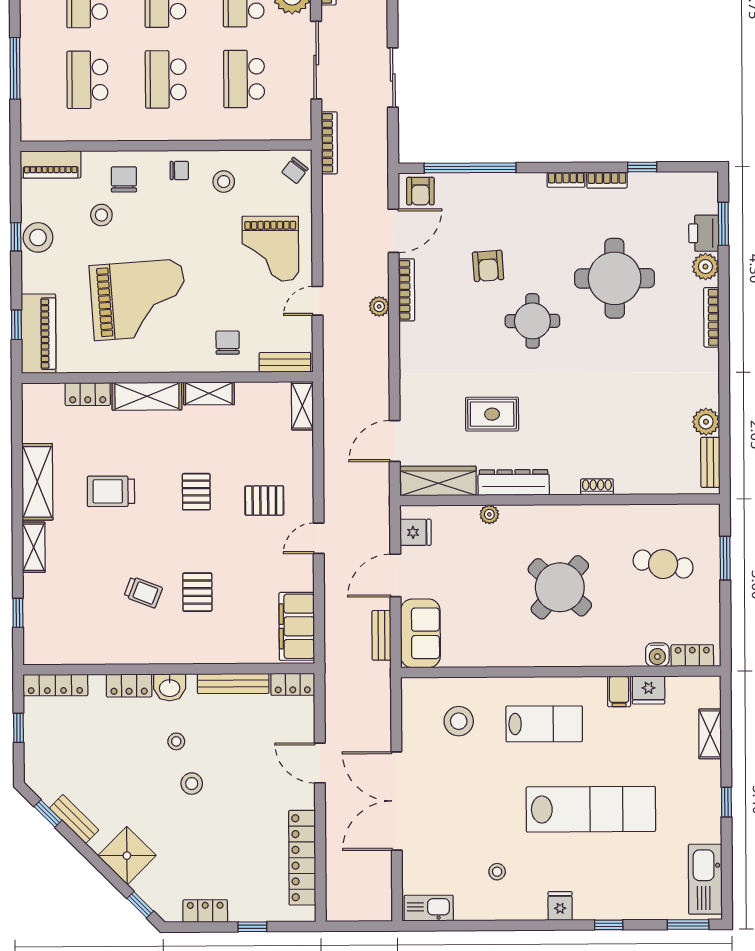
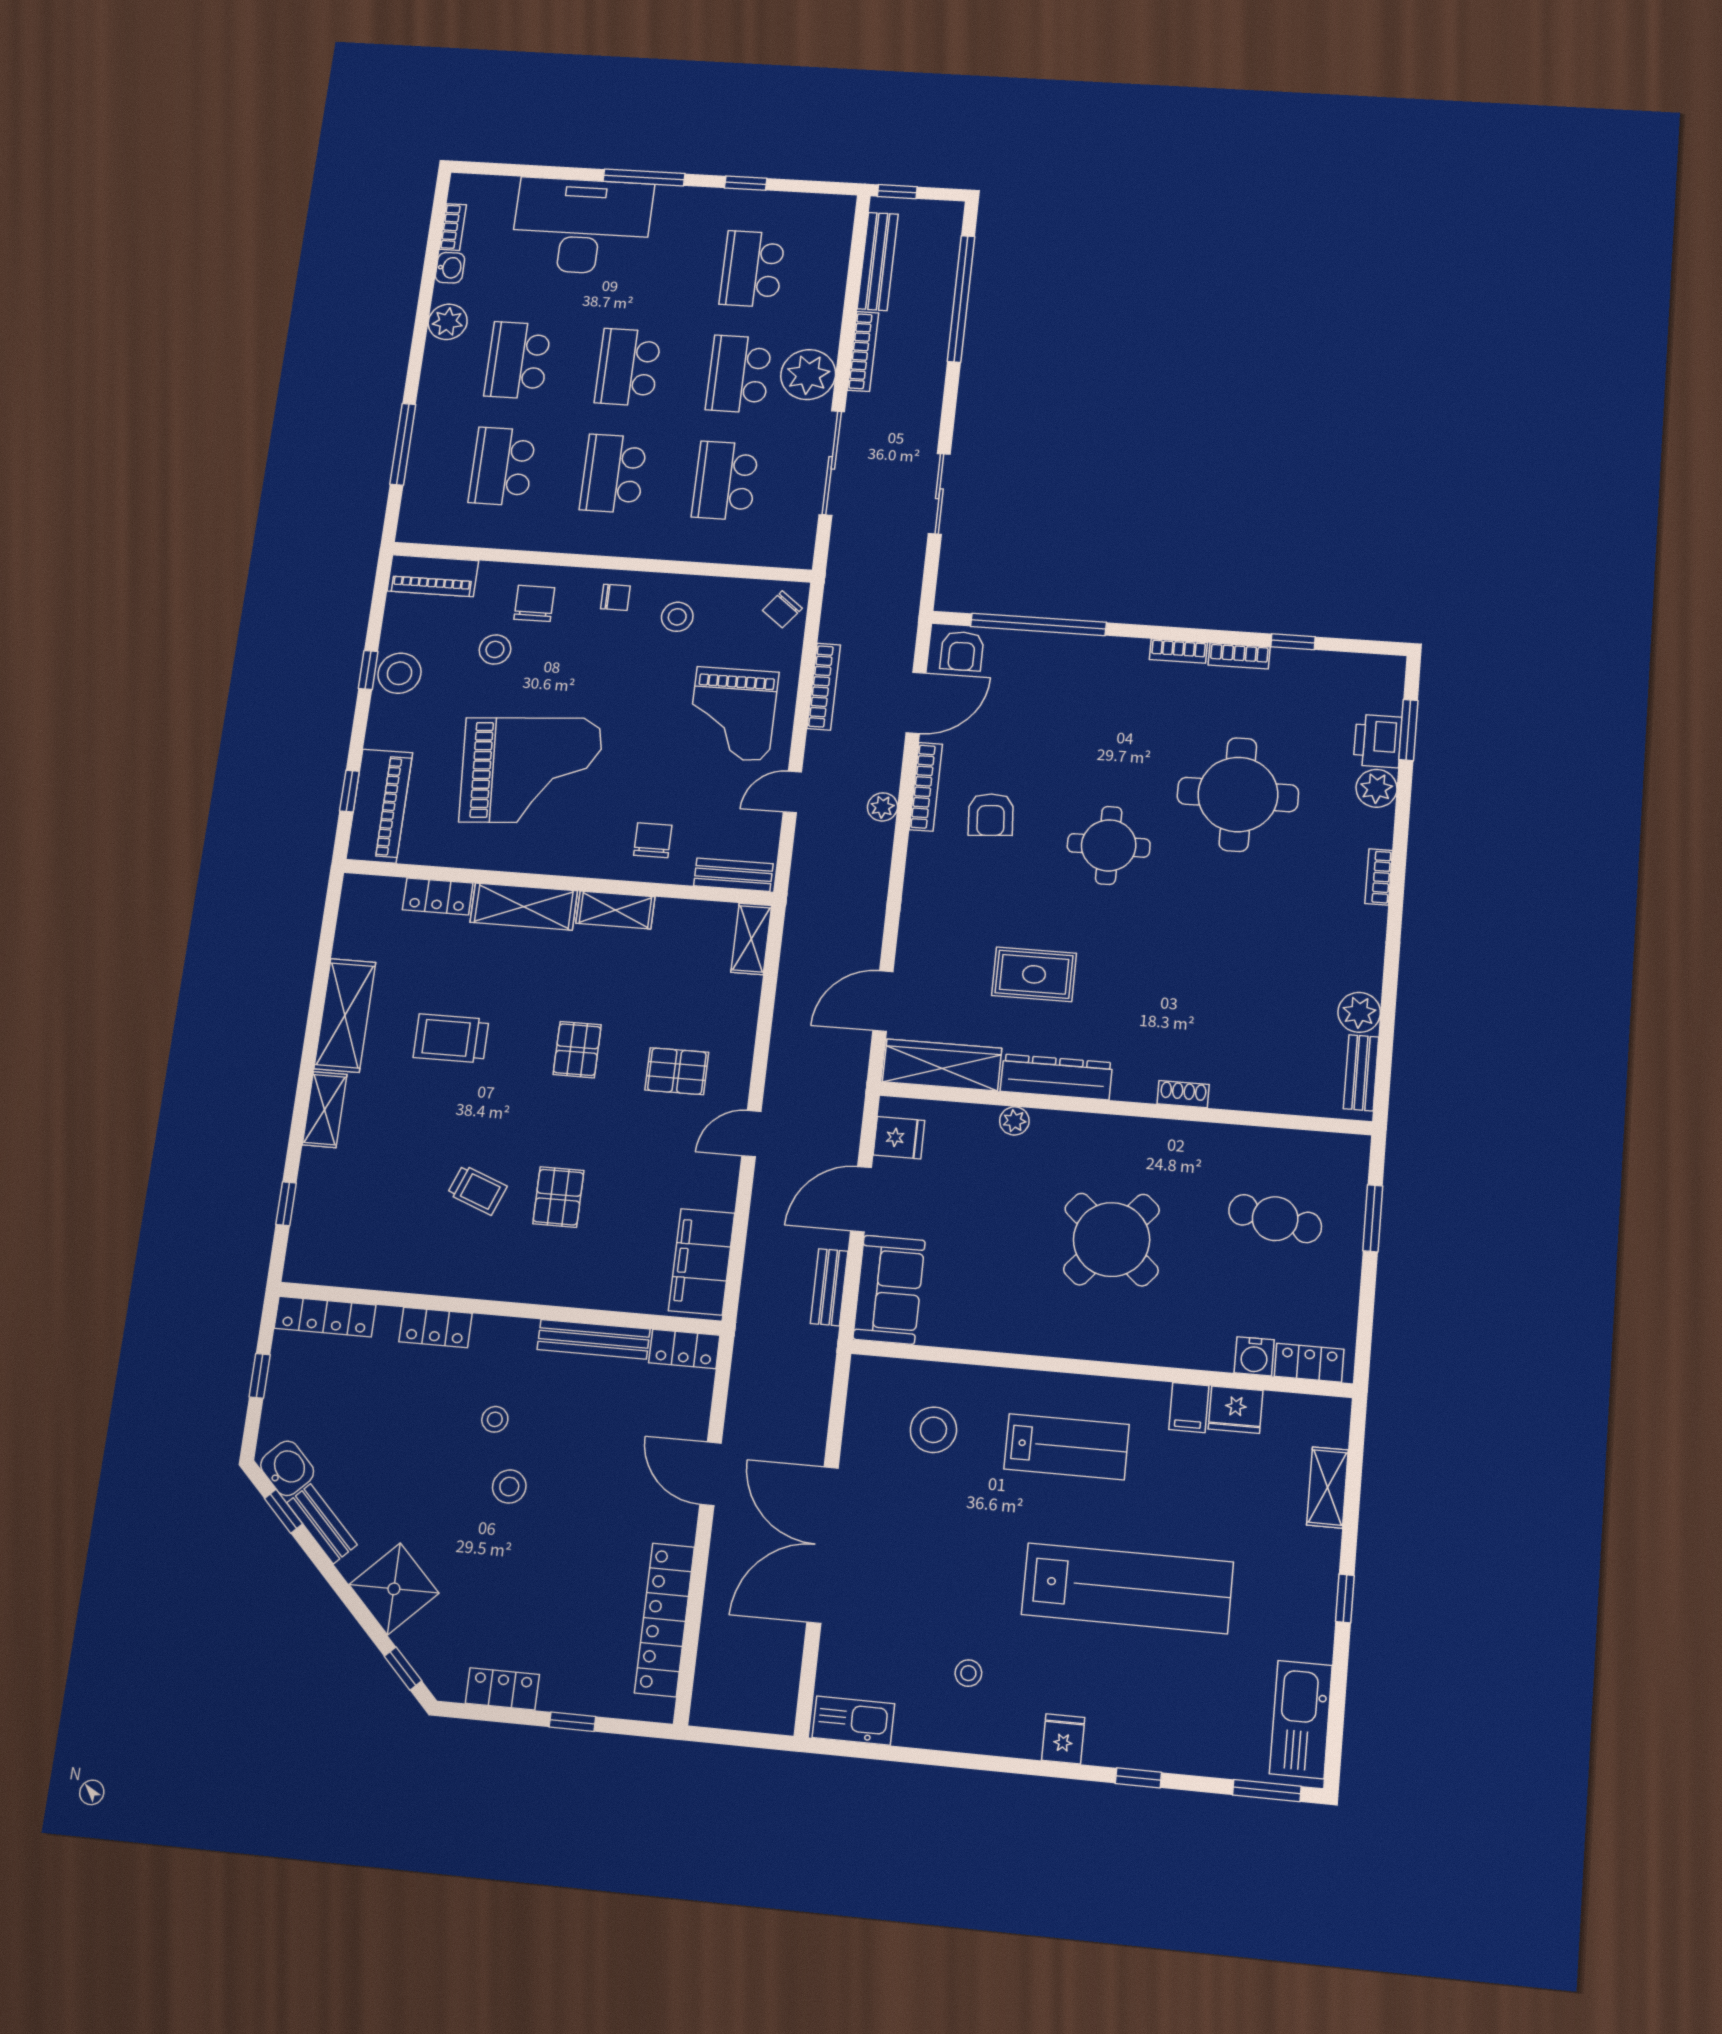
bookcase: (329, 143) -> (824, 687), moved
armchair: (488, 266) -> (991, 815), moved
bookcase: (711, 317) -> (1379, 877), width x0.64
washbasin: (170, 687) -> (287, 1468), moved, turned -135

